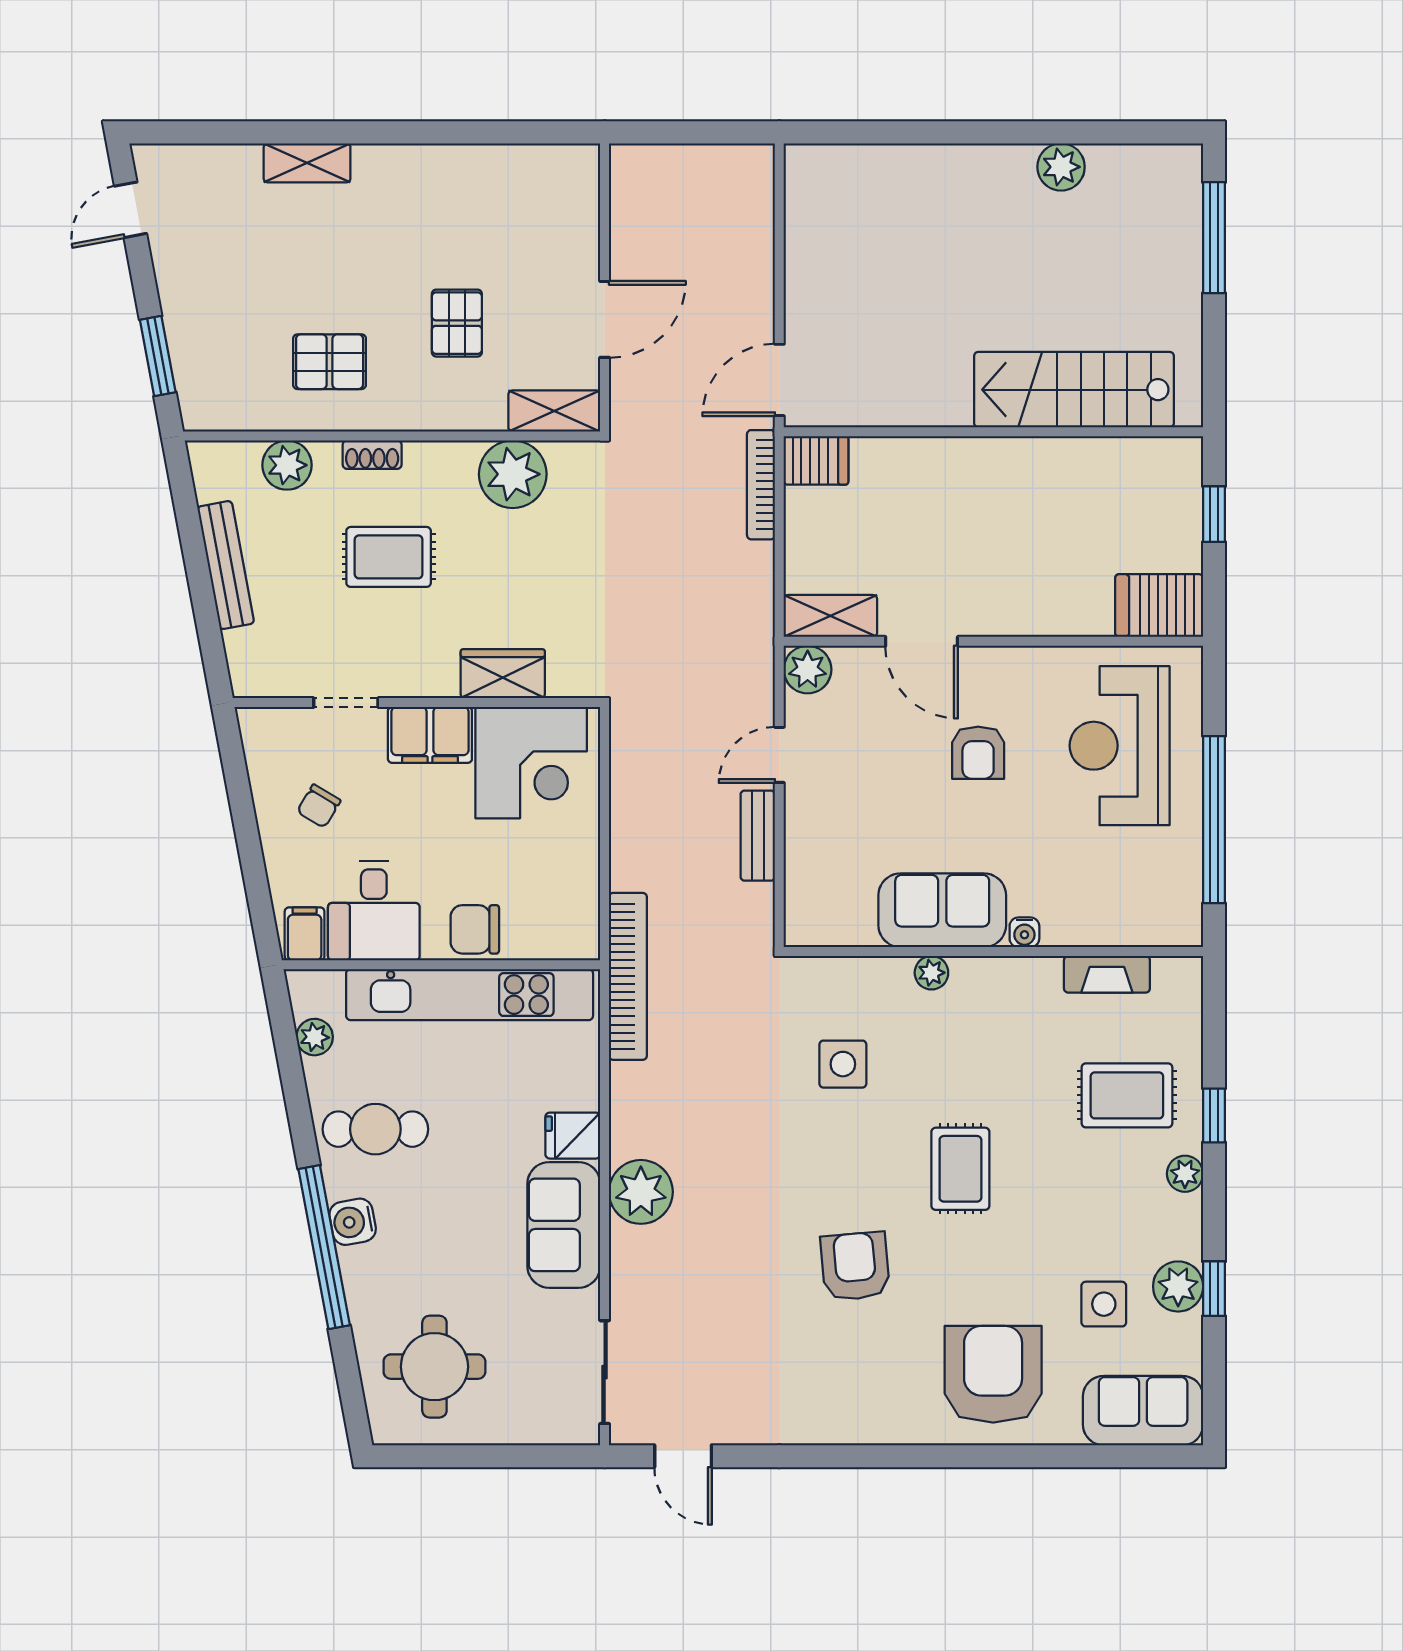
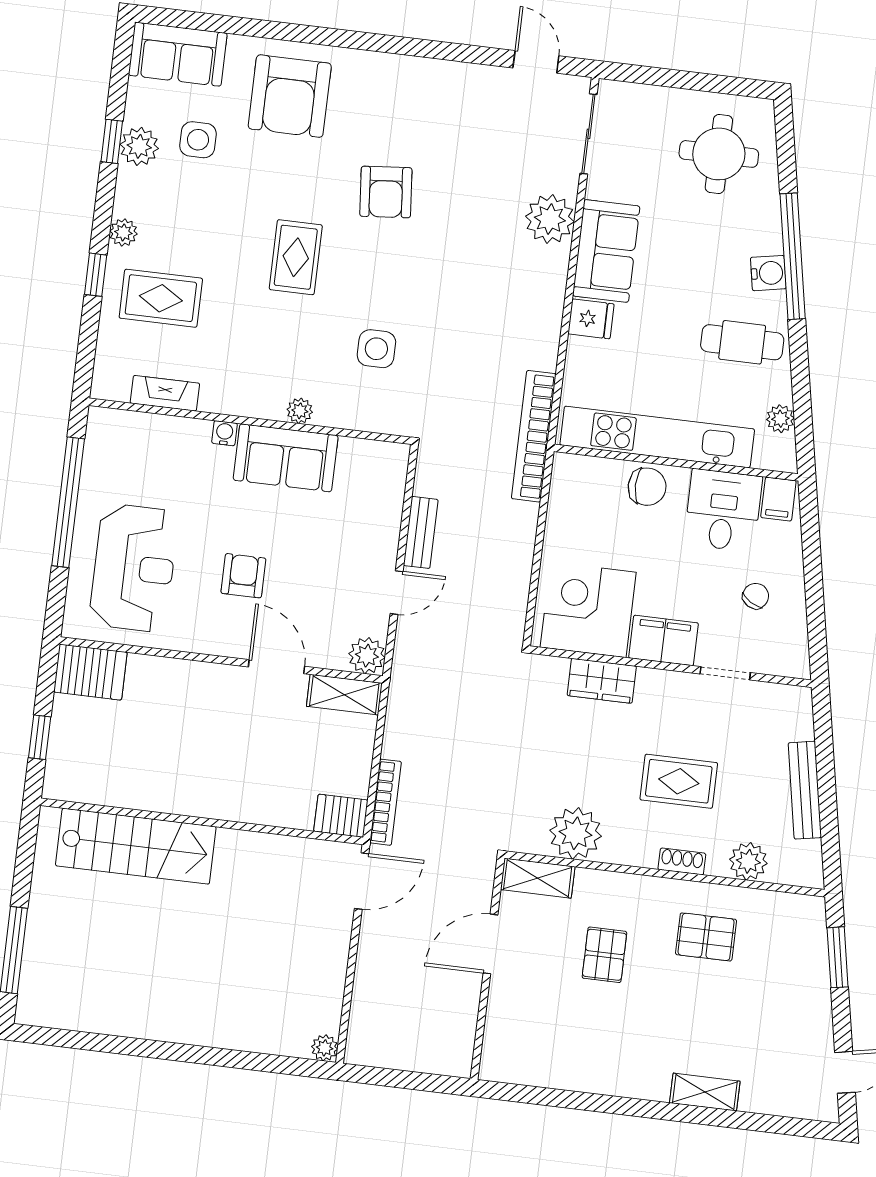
plant: (1061, 167) -> (325, 1048), moved, width x0.73, depth x0.73
plant: (641, 1192) -> (550, 219), moved

